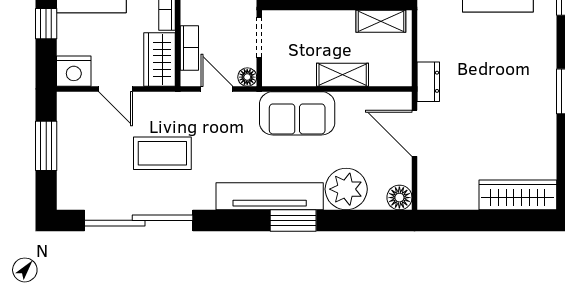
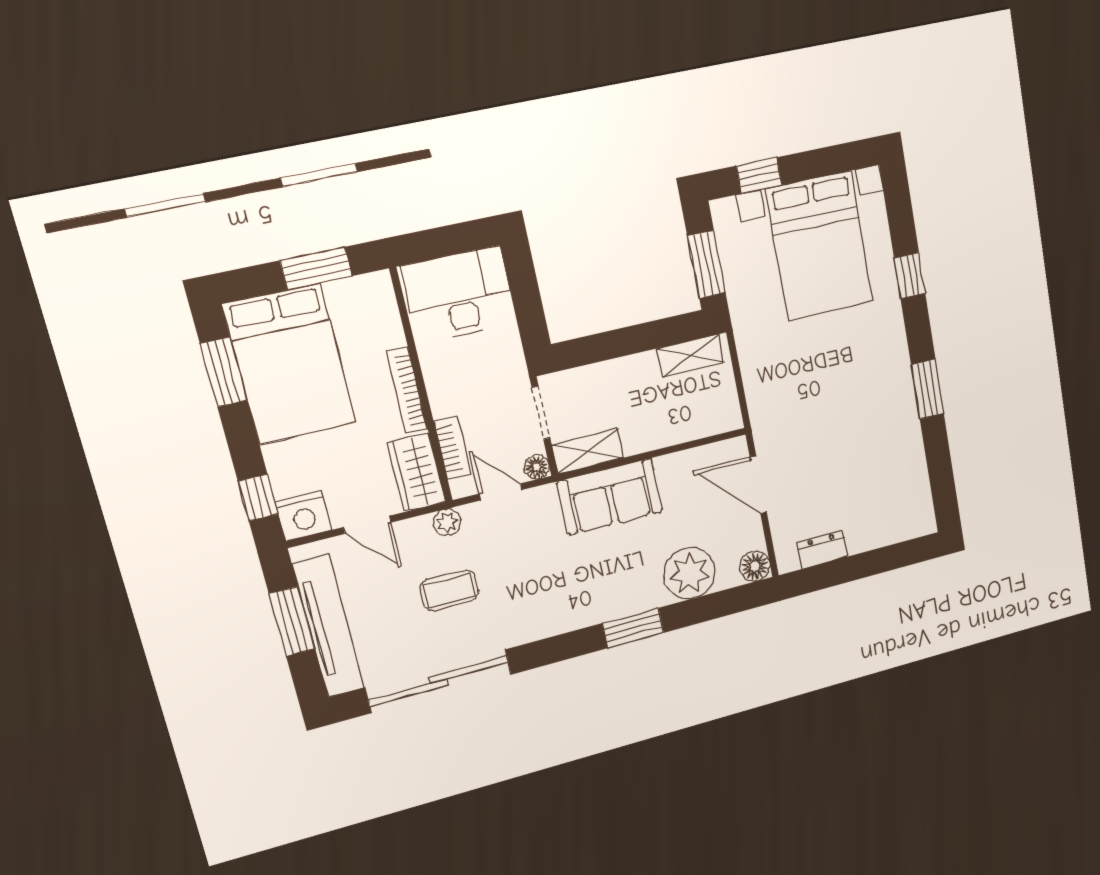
window: (46, 24) -> (258, 498), moved
shelving: (343, 75) -> (588, 451), moved
dresser: (428, 82) -> (823, 550), moved, turned -90
plant: (173, 102) -> (447, 522), added
coffee table: (162, 153) -> (449, 590), width x0.73, depth x0.77
wardrobe: (518, 195) -> (891, 527), removed
tv unit: (270, 196) -> (328, 626), moved, turned 90

